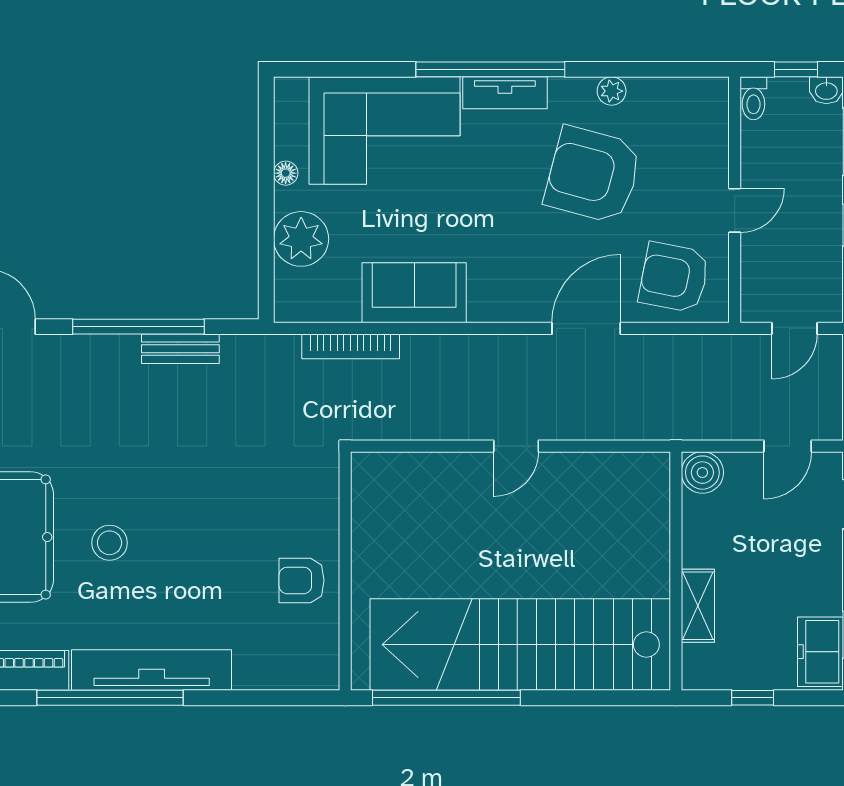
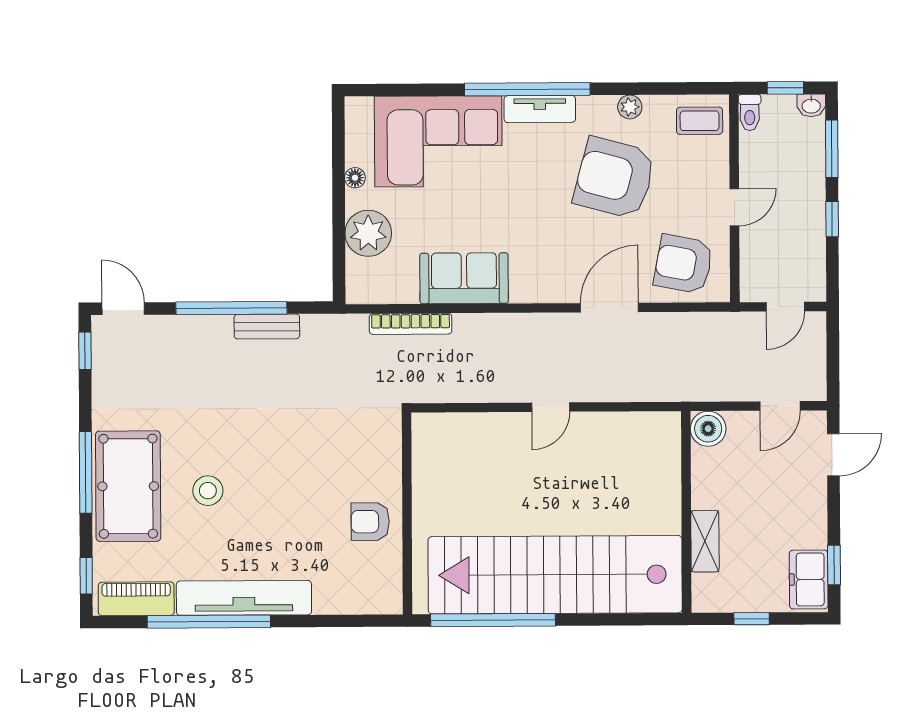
coffee table: (694, 108) -> (700, 121), added

